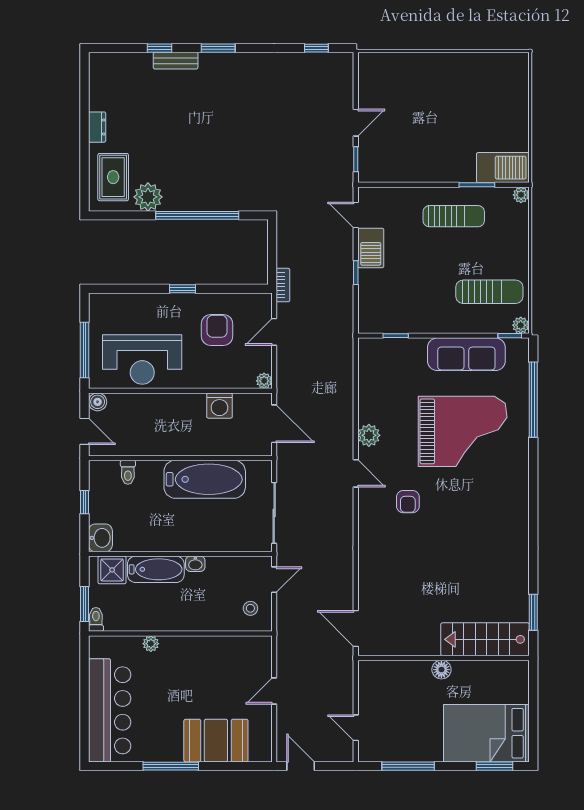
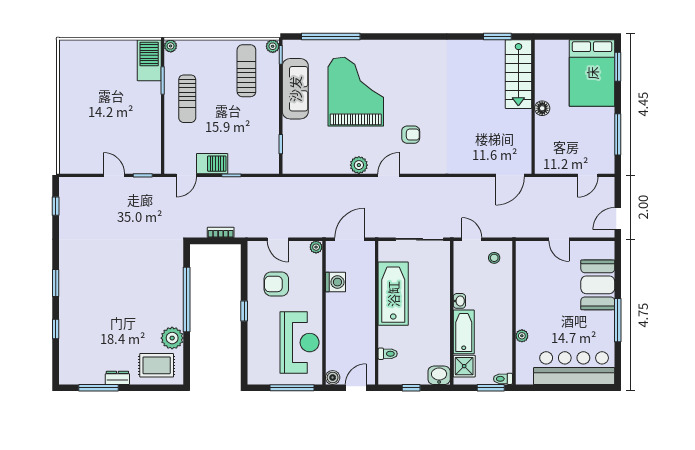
bench: (176, 61) -> (65, 316), removed
window: (84, 103) -> (99, 388), added
sun lounger: (454, 216) -> (187, 99), turned 180
bookcase: (283, 285) -> (221, 232), moved

